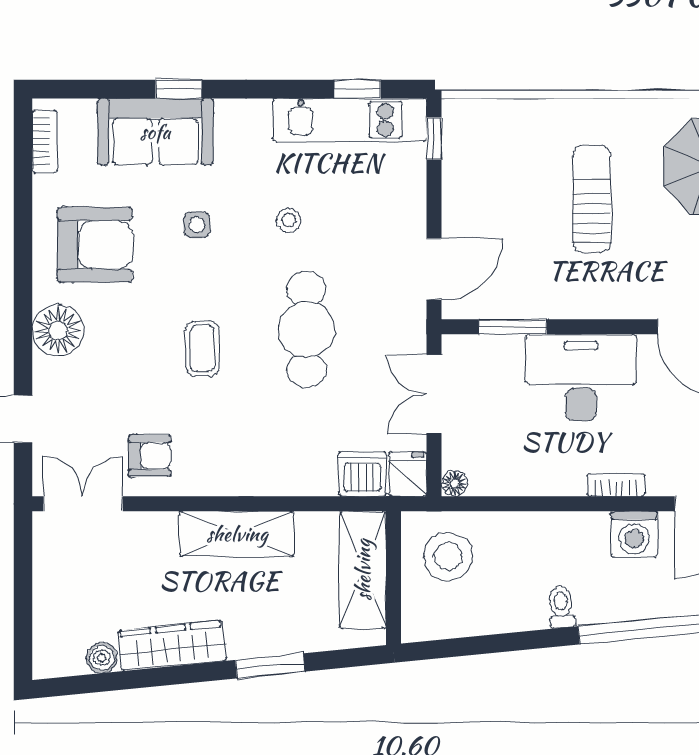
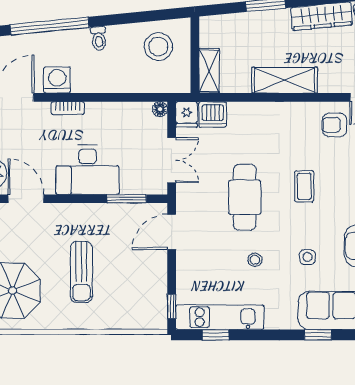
stool: (448, 556) -> (158, 47), moved
shelving: (363, 570) -> (209, 71), width x0.67, depth x0.75

